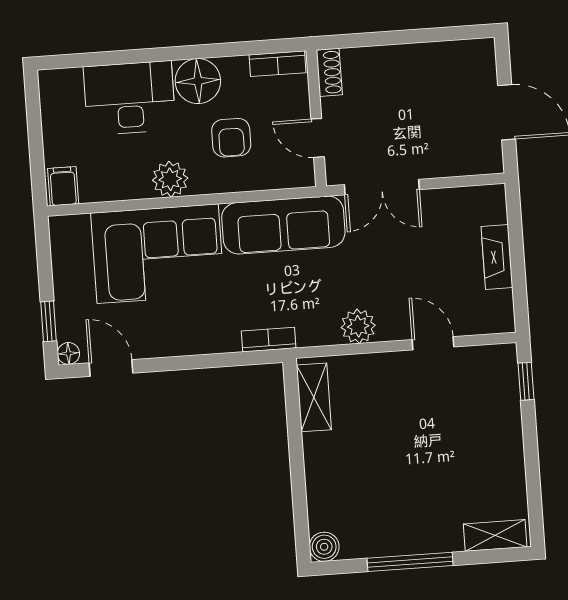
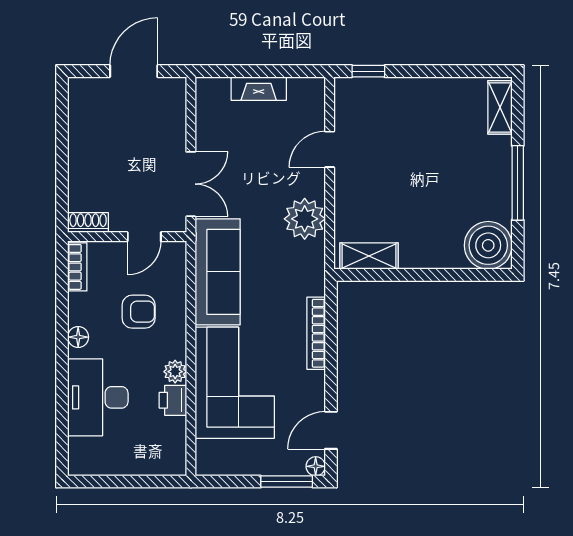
floor lamp: (198, 81) -> (78, 337), width x0.53, depth x0.53
plant: (170, 179) -> (175, 372), width x0.73, depth x0.73
printer: (132, 184) -> (173, 400), added
filing cabinet: (63, 186) -> (170, 460), removed
window: (49, 321) -> (287, 482), width x1.50
plant: (358, 326) -> (305, 219), width x1.36, depth x1.36
bookcase: (269, 340) -> (316, 333), moved, width x1.56
boiler: (324, 547) -> (488, 245), width x1.86, depth x1.86

